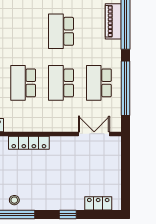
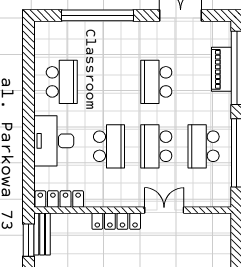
school desk: (23, 83) -> (109, 146), turned 180
double door: (94, 134) -> (164, 210), moved

